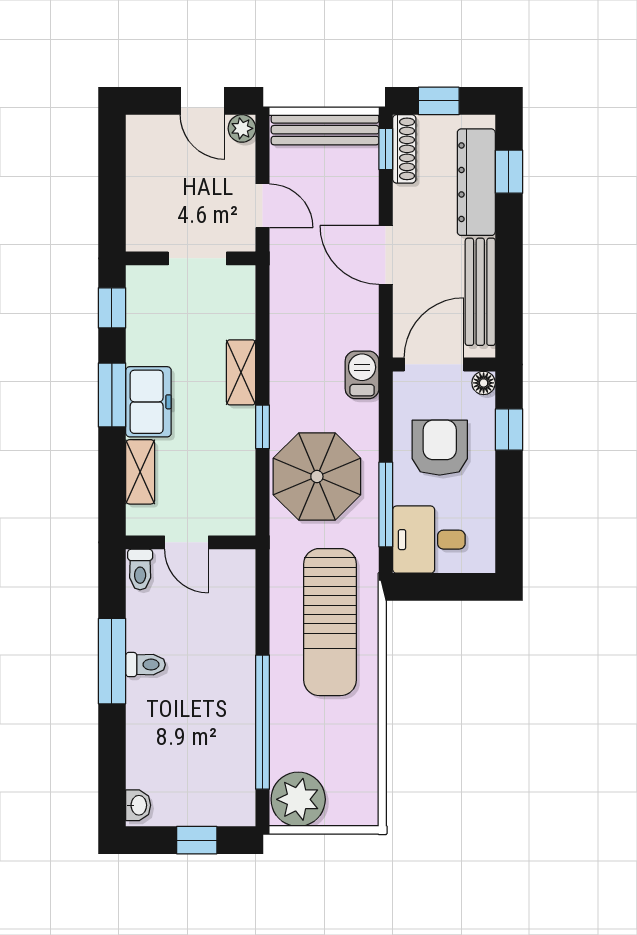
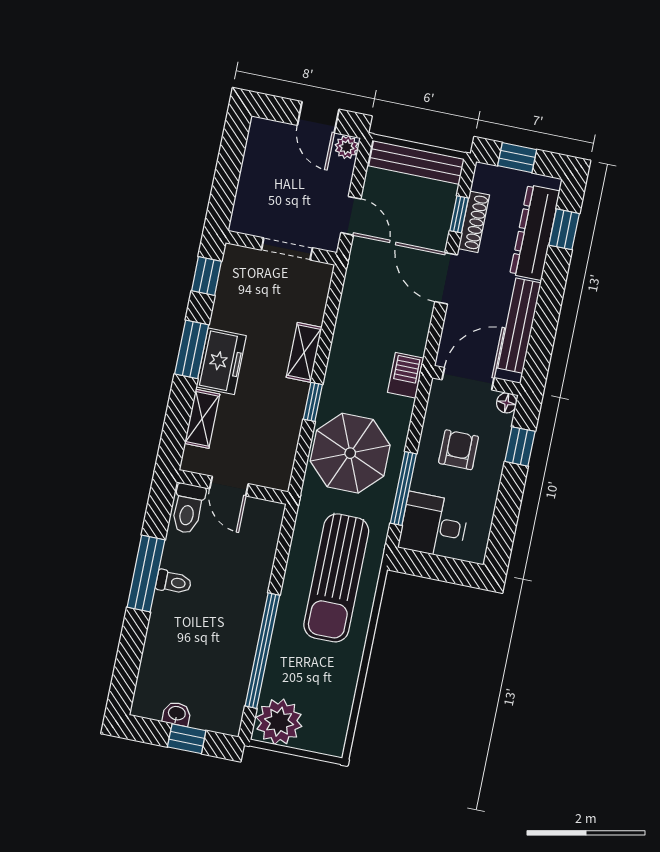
window: (386, 149) -> (459, 214), moved
shoe rack: (404, 149) -> (474, 222), moved
armchair: (440, 448) -> (459, 450), width x0.72, depth x0.72
toilet: (140, 570) -> (188, 509), width x1.37, depth x1.39
washbasin: (138, 805) -> (177, 714), moved, turned -90

